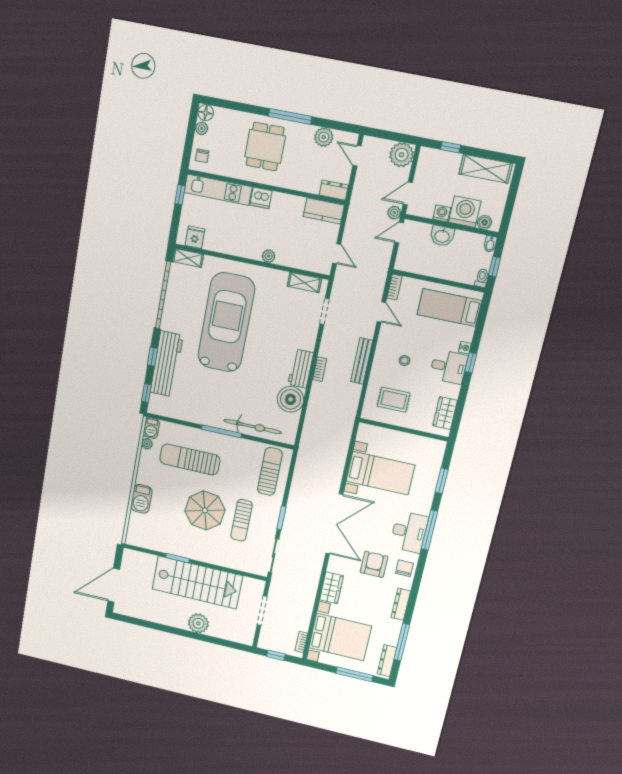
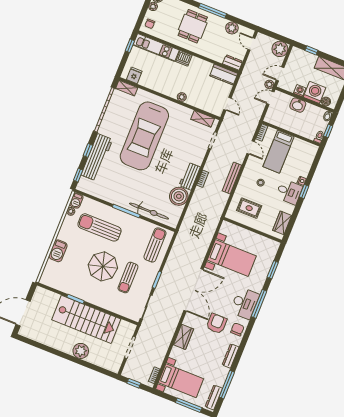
bed: (449, 308) -> (279, 152), moved, turned -90
car: (226, 322) -> (144, 136), turned 180
bed with nightstands: (340, 637) -> (181, 381), width x0.73

